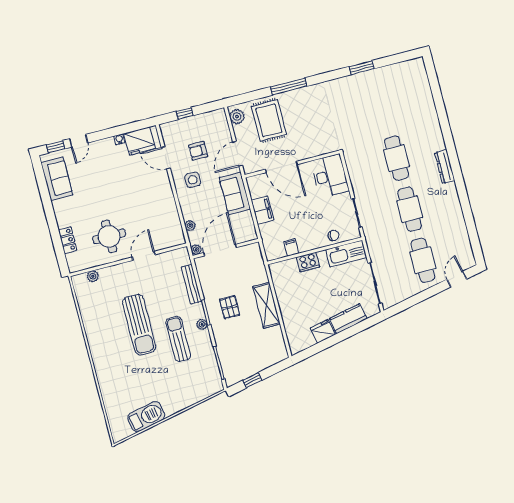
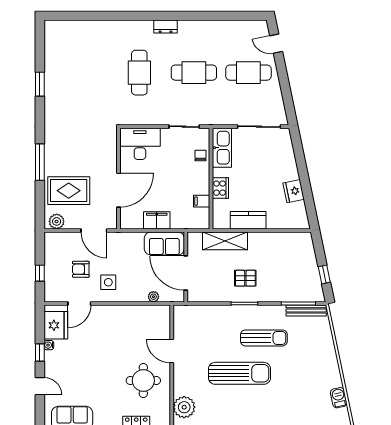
window: (56, 147) -> (40, 352), moved
armchair: (198, 151) -> (81, 269), turned 90
cafe table: (397, 158) -> (139, 73), turned 90
dresser: (445, 167) -> (166, 27), width x0.70
sofa: (235, 194) -> (164, 243), moved
plant: (196, 250) -> (179, 297), removed
plant: (93, 276) -> (184, 407), width x1.88, depth x1.88
bench: (191, 284) -> (306, 310), moved
shelving: (266, 305) -> (225, 241), moved
kitchen counter: (348, 319) -> (248, 220), moved, turned 102
plant: (202, 324) -> (255, 310), removed
sun lounger: (178, 339) -> (264, 338), turned 180
barbecue: (146, 417) -> (339, 398), width x0.53, depth x0.65

